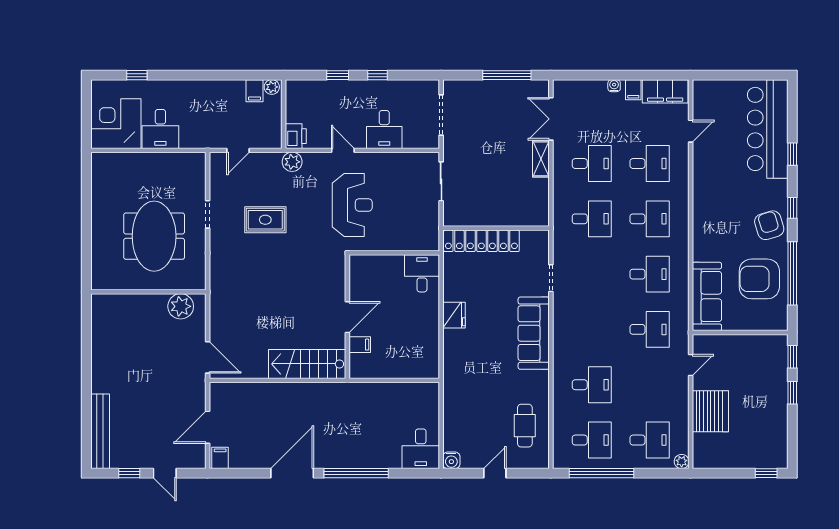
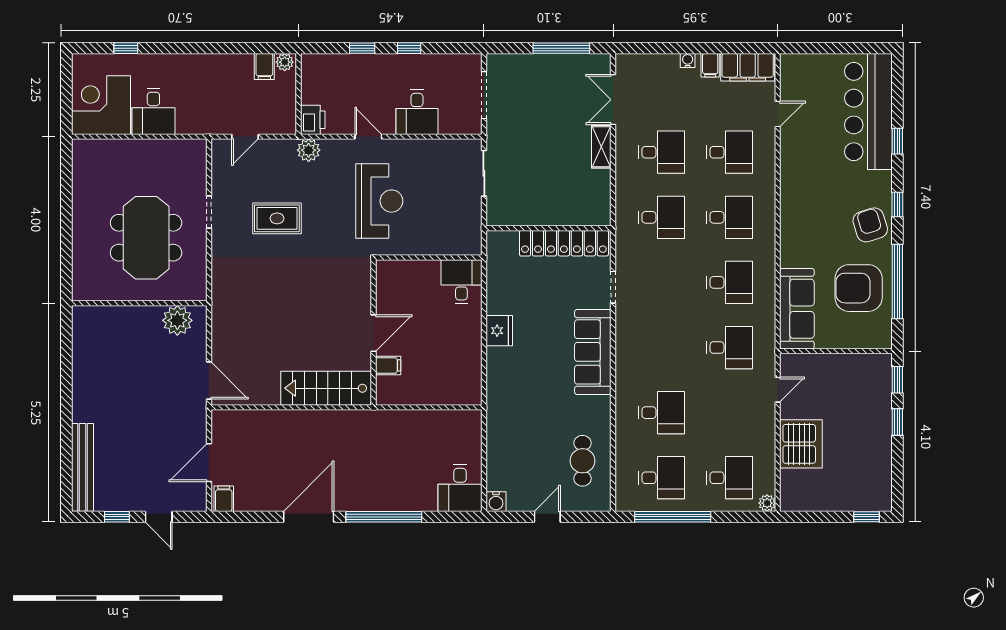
locker: (481, 241) -> (564, 243), moved

